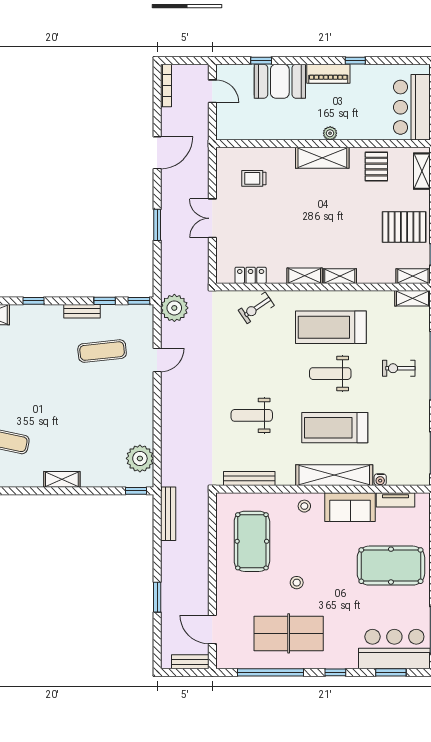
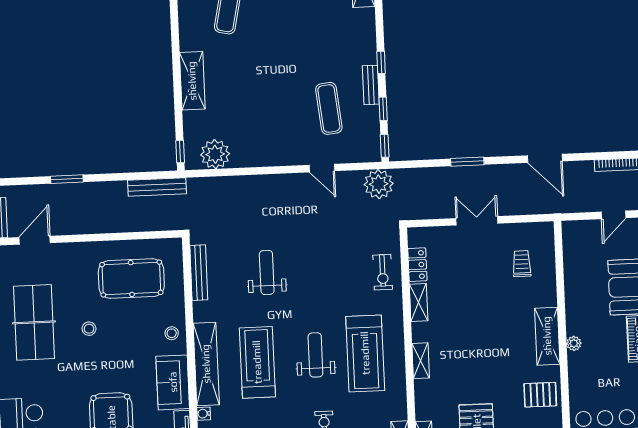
shelving: (305, 276) -> (419, 302), moved
window: (34, 301) -> (381, 62), moved
exercise bike: (256, 308) -> (383, 272), turned -146
treadmill: (331, 327) -> (365, 353), turned 180
shelving: (62, 479) -> (192, 81), width x1.50, depth x1.33

